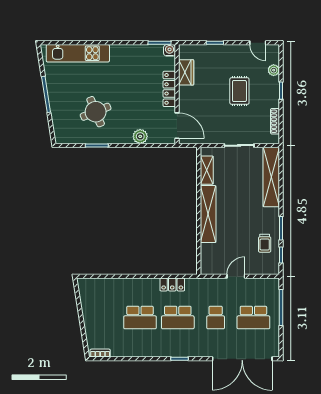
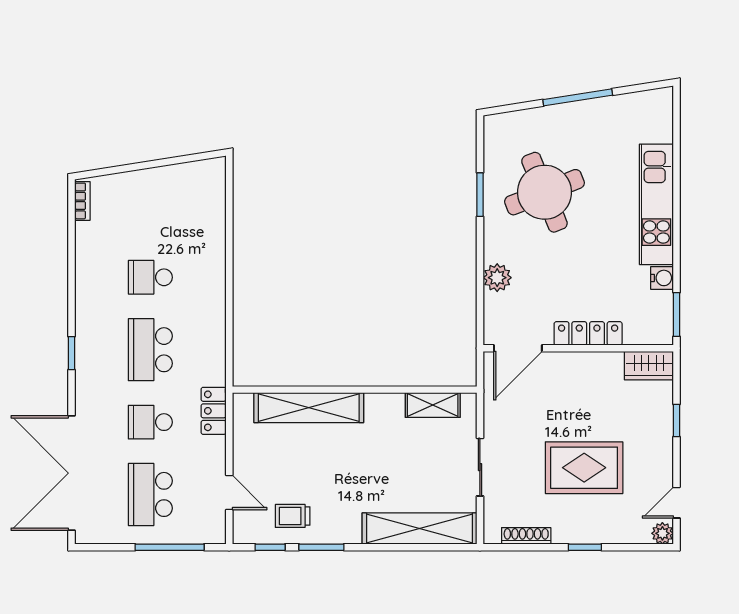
water cooler: (170, 50) -> (662, 278), moved
kitchen unit: (78, 53) -> (656, 204), moved
plant: (274, 70) -> (662, 533), moved
wardrobe: (186, 72) -> (649, 366), moved
rug: (239, 91) -> (584, 468), width x1.36, depth x1.43
round table: (96, 112) -> (544, 192), width x1.36, depth x1.36
shelving: (208, 214) -> (309, 408), moved
door: (236, 276) -> (229, 492), moved
locker: (172, 284) -> (214, 411), moved
school desk: (140, 318) -> (150, 277), width x0.54

